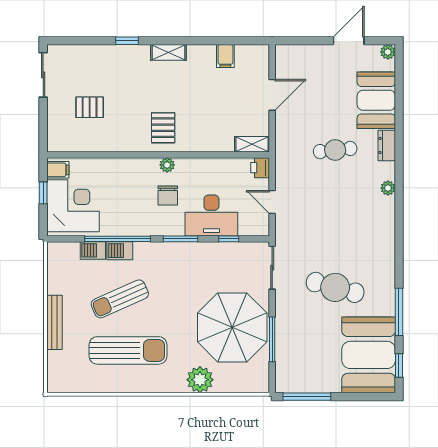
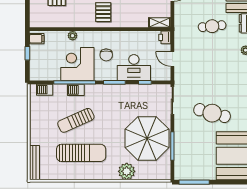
plant: (167, 165) -> (73, 36), moved
corner desk: (73, 206) -> (77, 64), moved, turned -90
barbecue: (93, 250) -> (45, 90), moved
bench: (54, 322) -> (35, 163), moved

